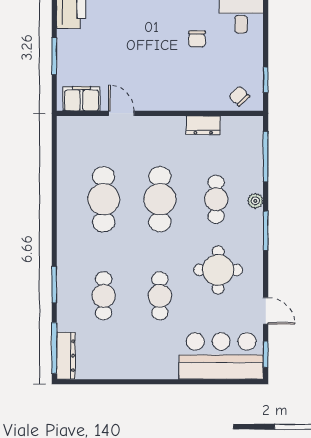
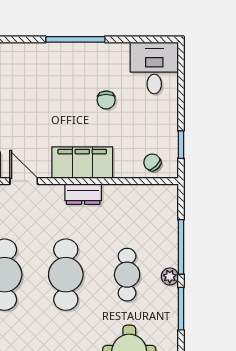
filing cabinet: (175, 96) -> (82, 163), added
dresser: (203, 125) -> (83, 194), moved
window: (266, 157) -> (181, 247), moved

